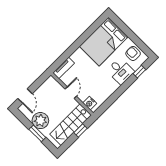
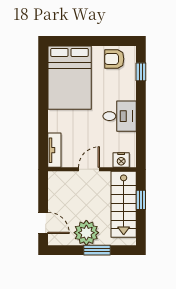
desk: (120, 71) -> (120, 116), moved
door: (71, 93) -> (89, 169), hinge flipped

